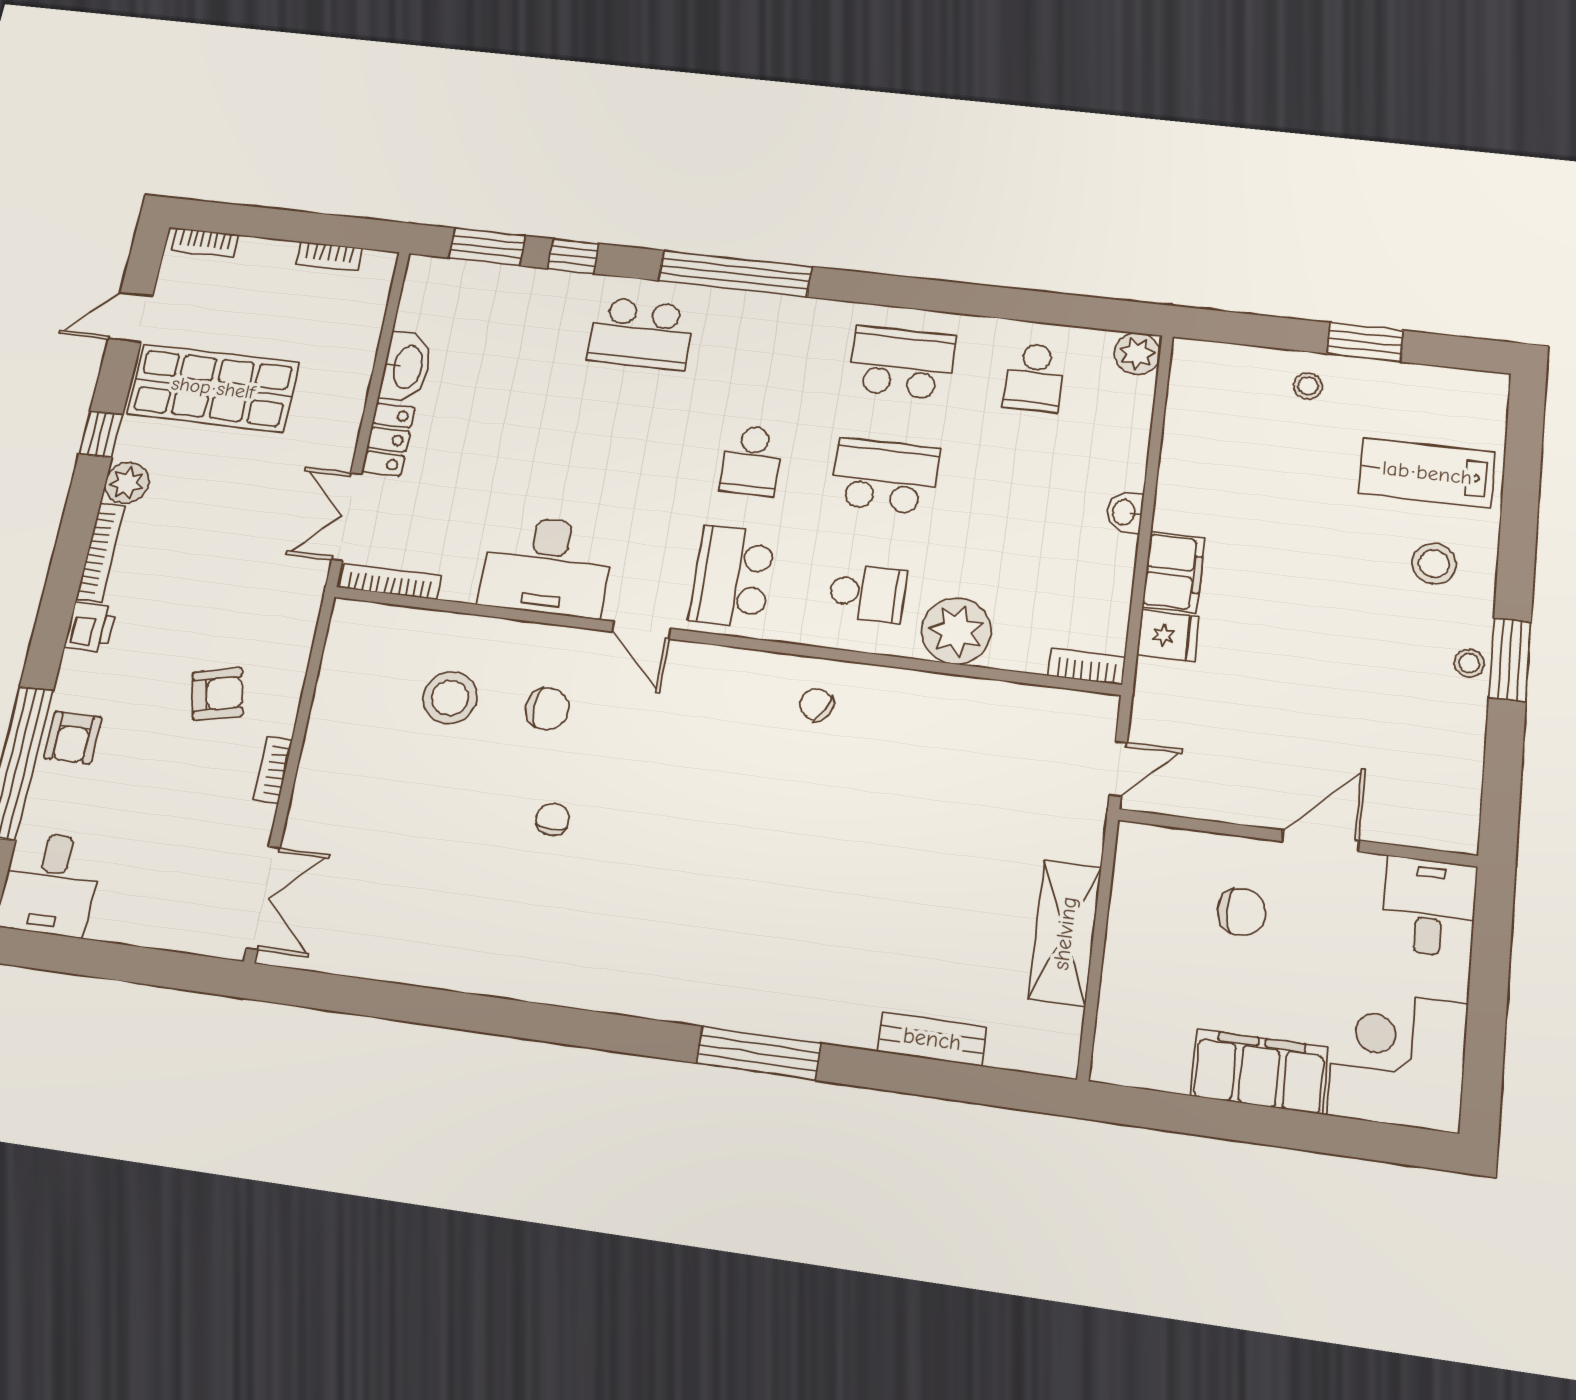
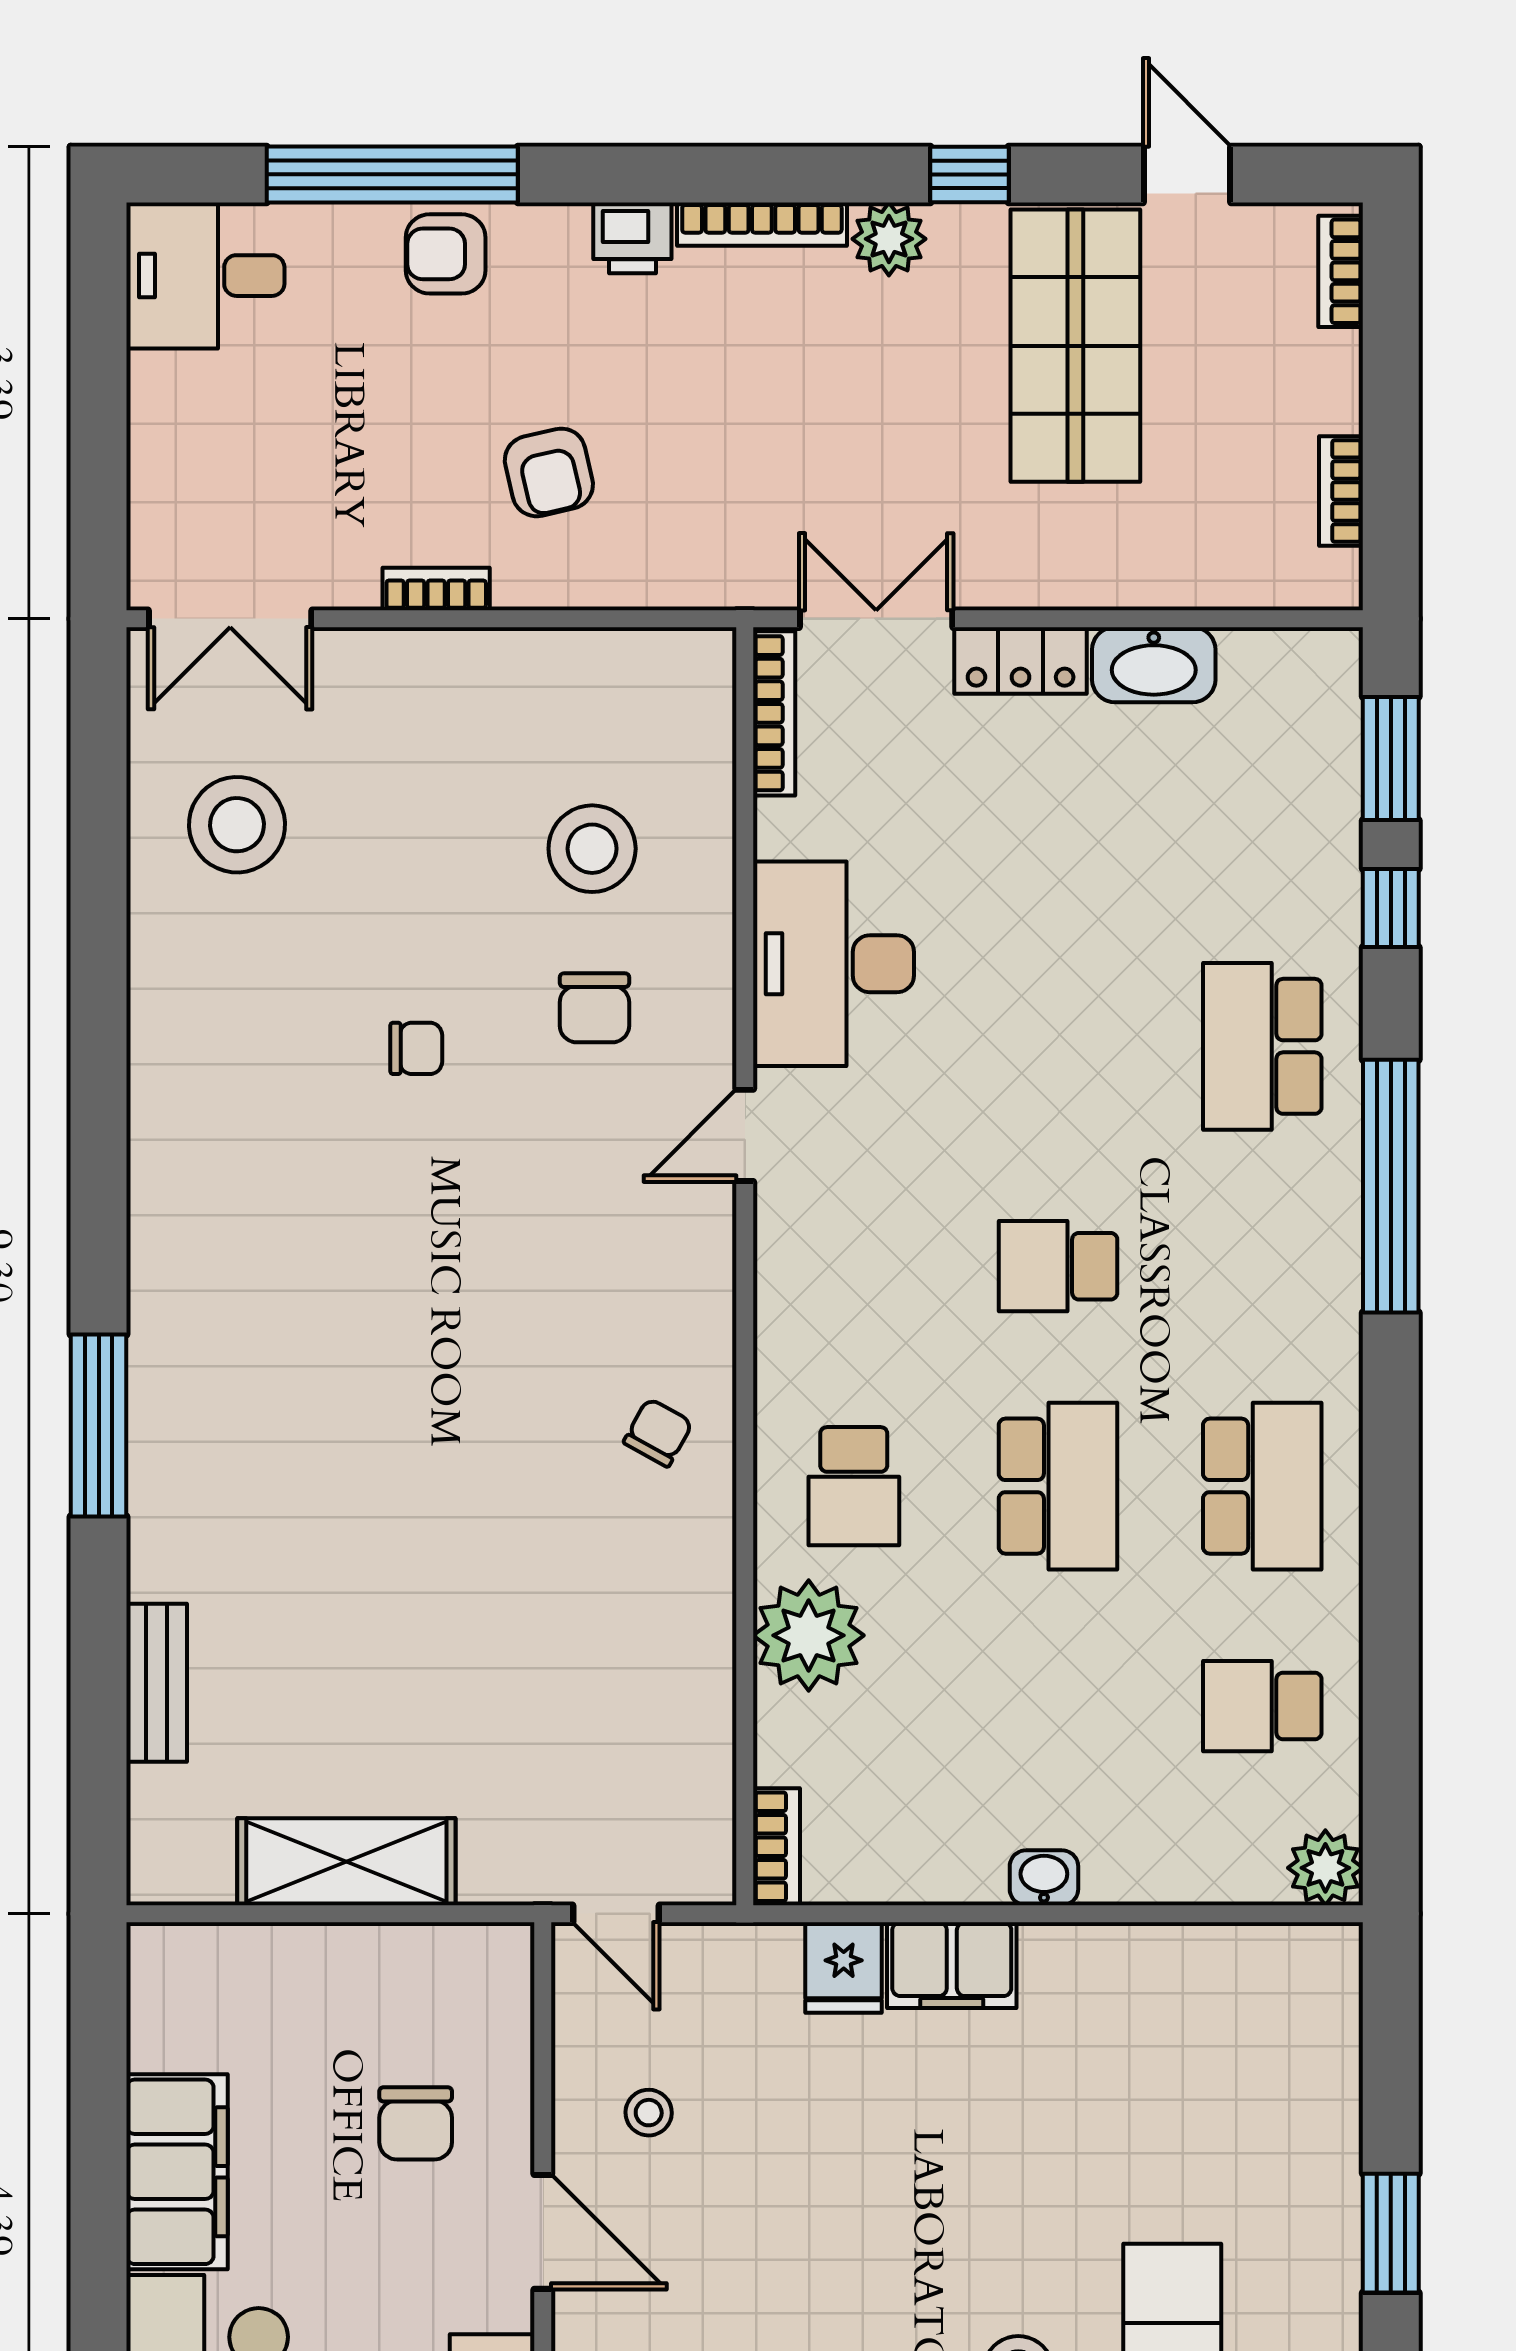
stool: (1308, 386) -> (649, 2113), moved
school desk: (732, 577) -> (854, 1266), removed
stool: (392, 911) -> (237, 825), added

